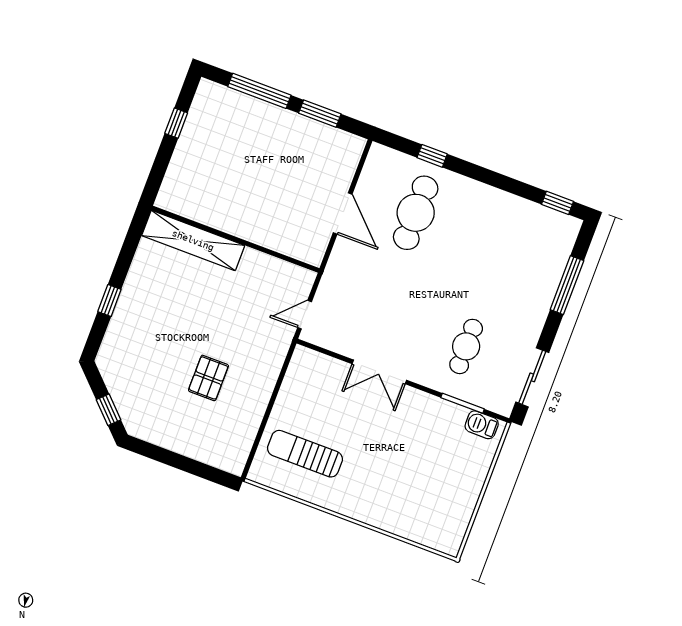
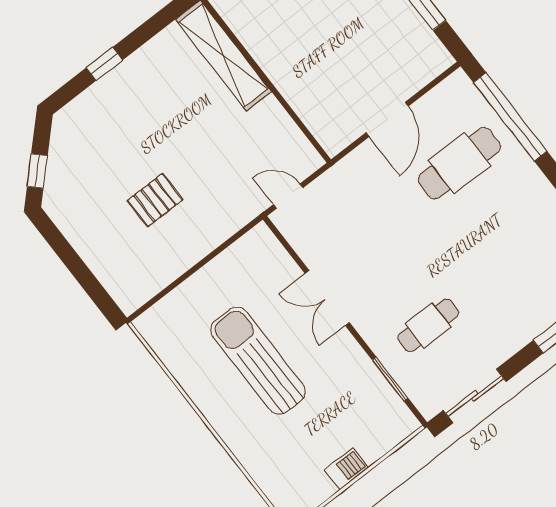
window: (432, 156) -> (510, 117), width x3.17
barbecue: (482, 425) -> (346, 469), moved, turned 90
sun lounger: (305, 454) -> (258, 361), moved, width x1.36, depth x1.34

